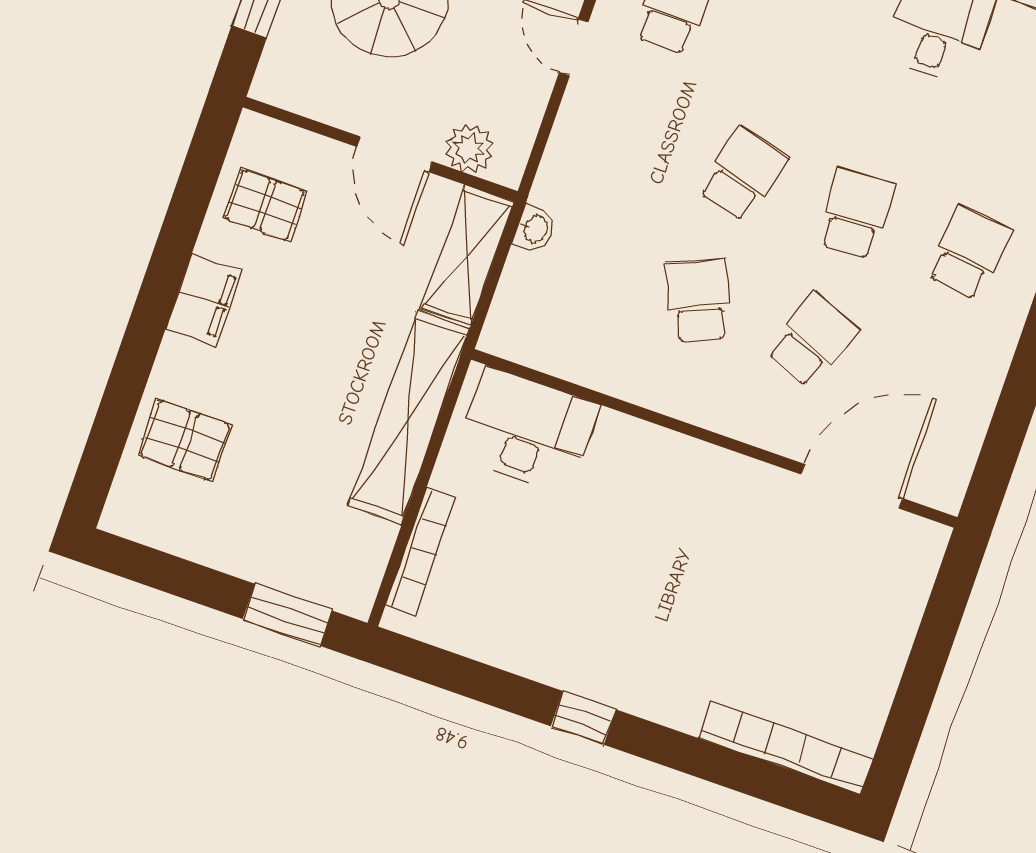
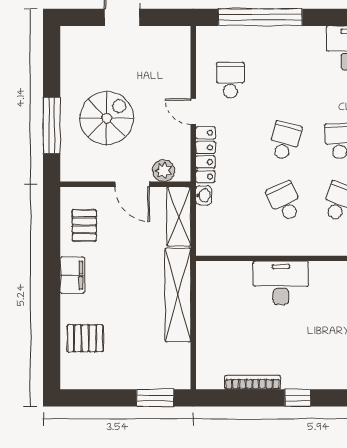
locker: (568, 146) -> (205, 155), added
pallet: (265, 205) -> (84, 225), turned 90
desk: (527, 430) -> (281, 283), moved
bookcase: (421, 551) -> (252, 382), moved, turned -90

